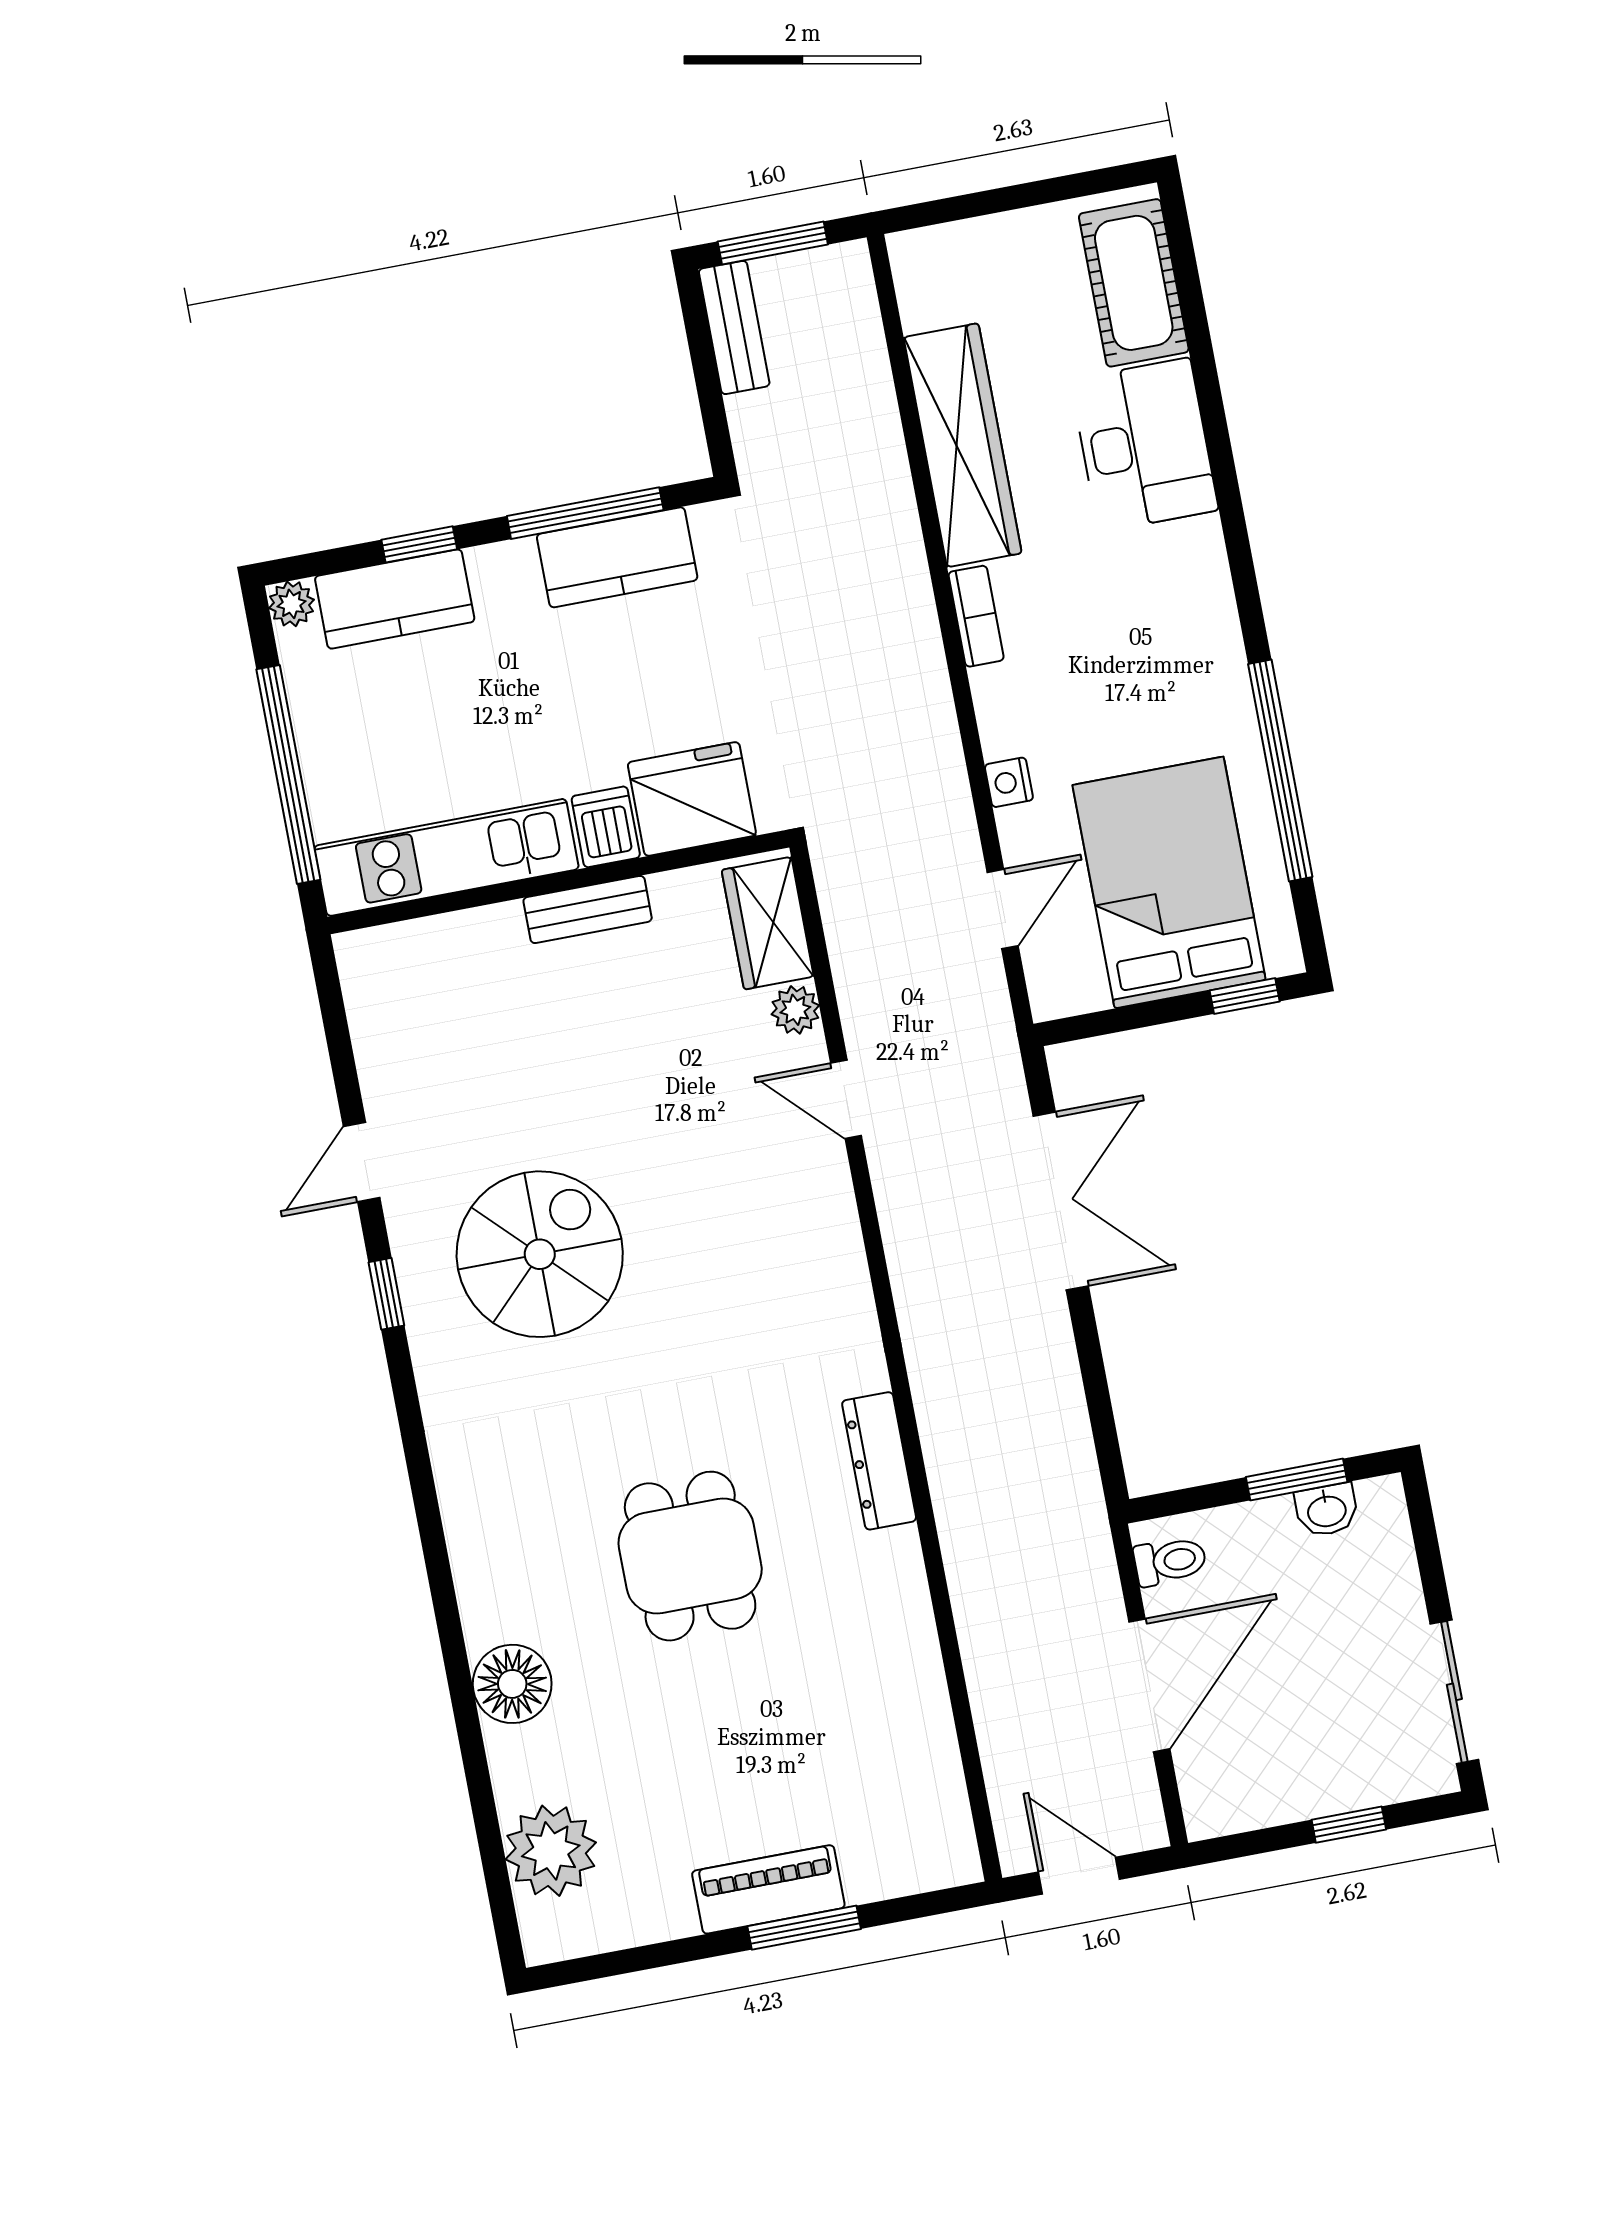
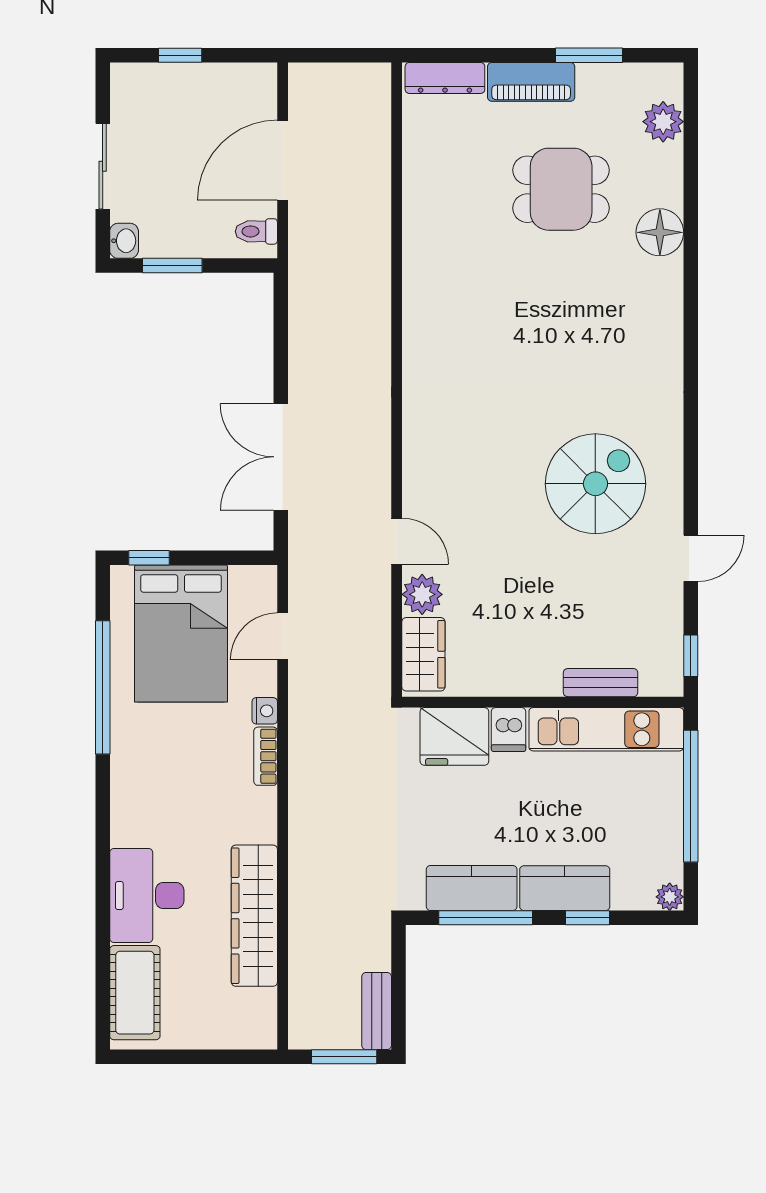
kitchen counter: (395, 599) -> (565, 888), moved
bookcase: (976, 616) -> (266, 756), moved
bench: (588, 909) -> (601, 683), moved
plant: (795, 1010) -> (422, 594), width x1.38, depth x1.38
spiral stairs: (540, 1254) -> (595, 484), turned 180
window: (386, 1294) -> (691, 656), moved
dresser: (879, 1461) -> (445, 78), moved, turned 90
washbasin: (1327, 1510) -> (124, 241), moved, turned 90
dining table: (690, 1556) -> (561, 189), moved, turned 90
sliding door: (1454, 1692) -> (103, 166), moved
plant: (551, 1851) -> (663, 122), width x0.73, depth x0.73
door: (1079, 1876) -> (346, 55), removed
window: (804, 1928) -> (589, 55), moved

